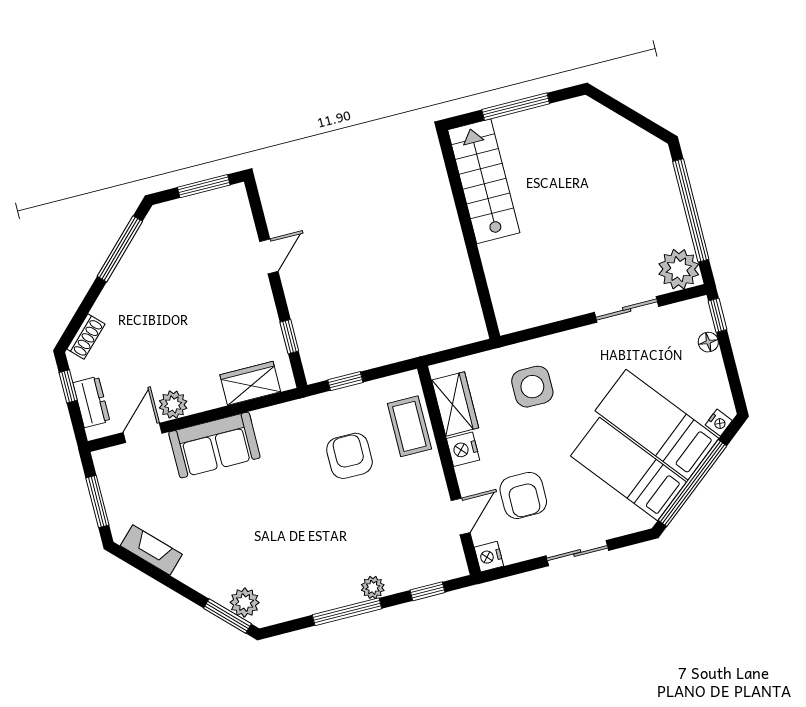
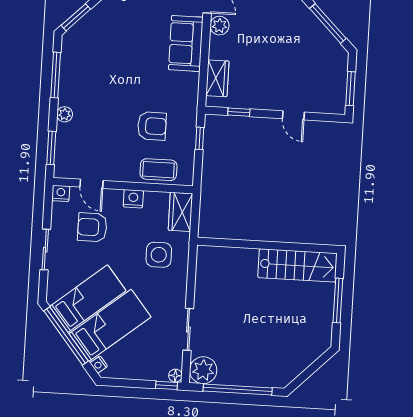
floor lamp: (708, 342) -> (175, 376), moved
wardrobe: (455, 404) -> (181, 212), moved, turned 90
window: (428, 591) -> (51, 148), width x1.50
plant: (245, 603) -> (81, 31), removed
window: (347, 612) -> (56, 75), moved

